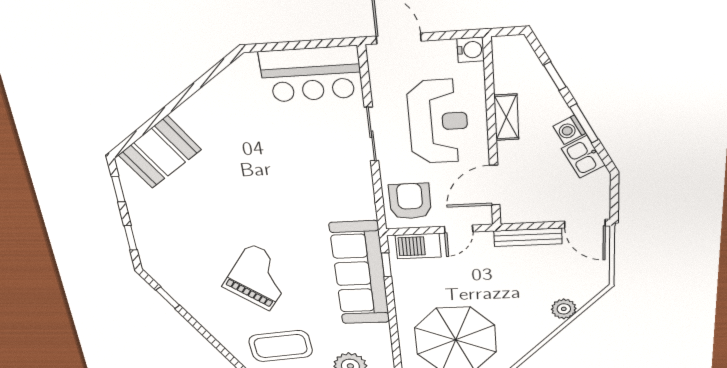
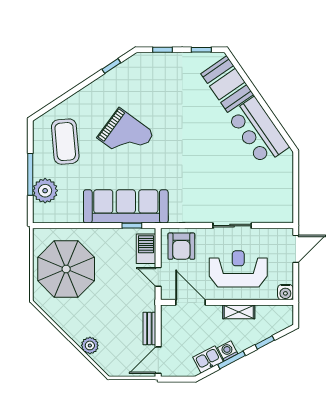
bar counter: (311, 74) -> (258, 131), moved, turned -35
reception desk: (438, 122) -> (238, 269), turned 180
armchair: (410, 201) -> (181, 246), turned 90
bench: (528, 237) -> (149, 329), width x0.73

